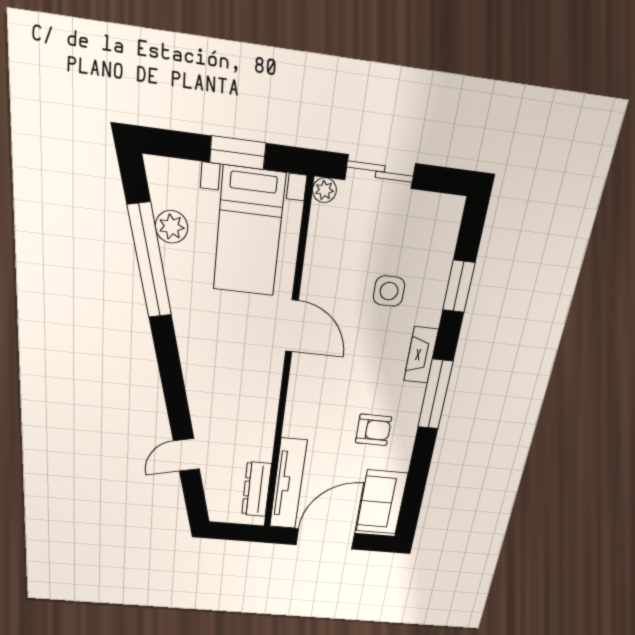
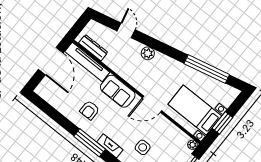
plant: (172, 227) -> (148, 53), moved
sofa: (382, 502) -> (118, 91), moved, turned 180

